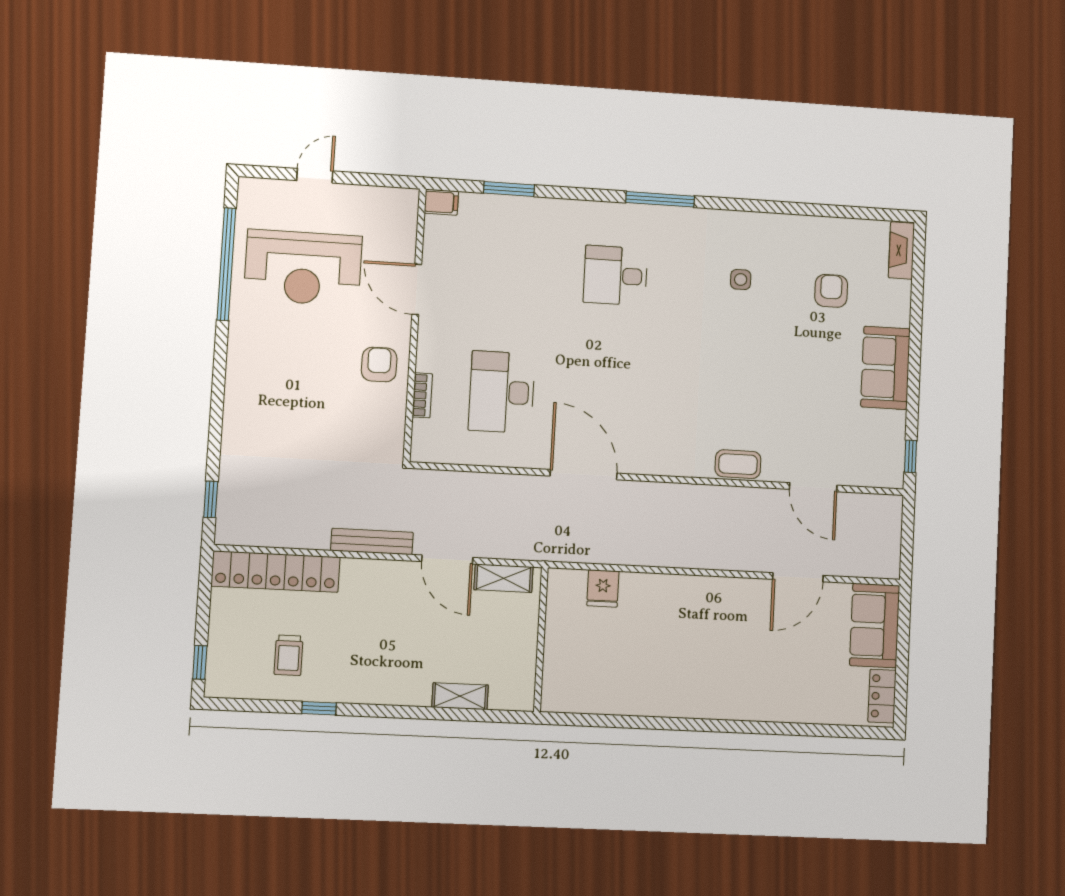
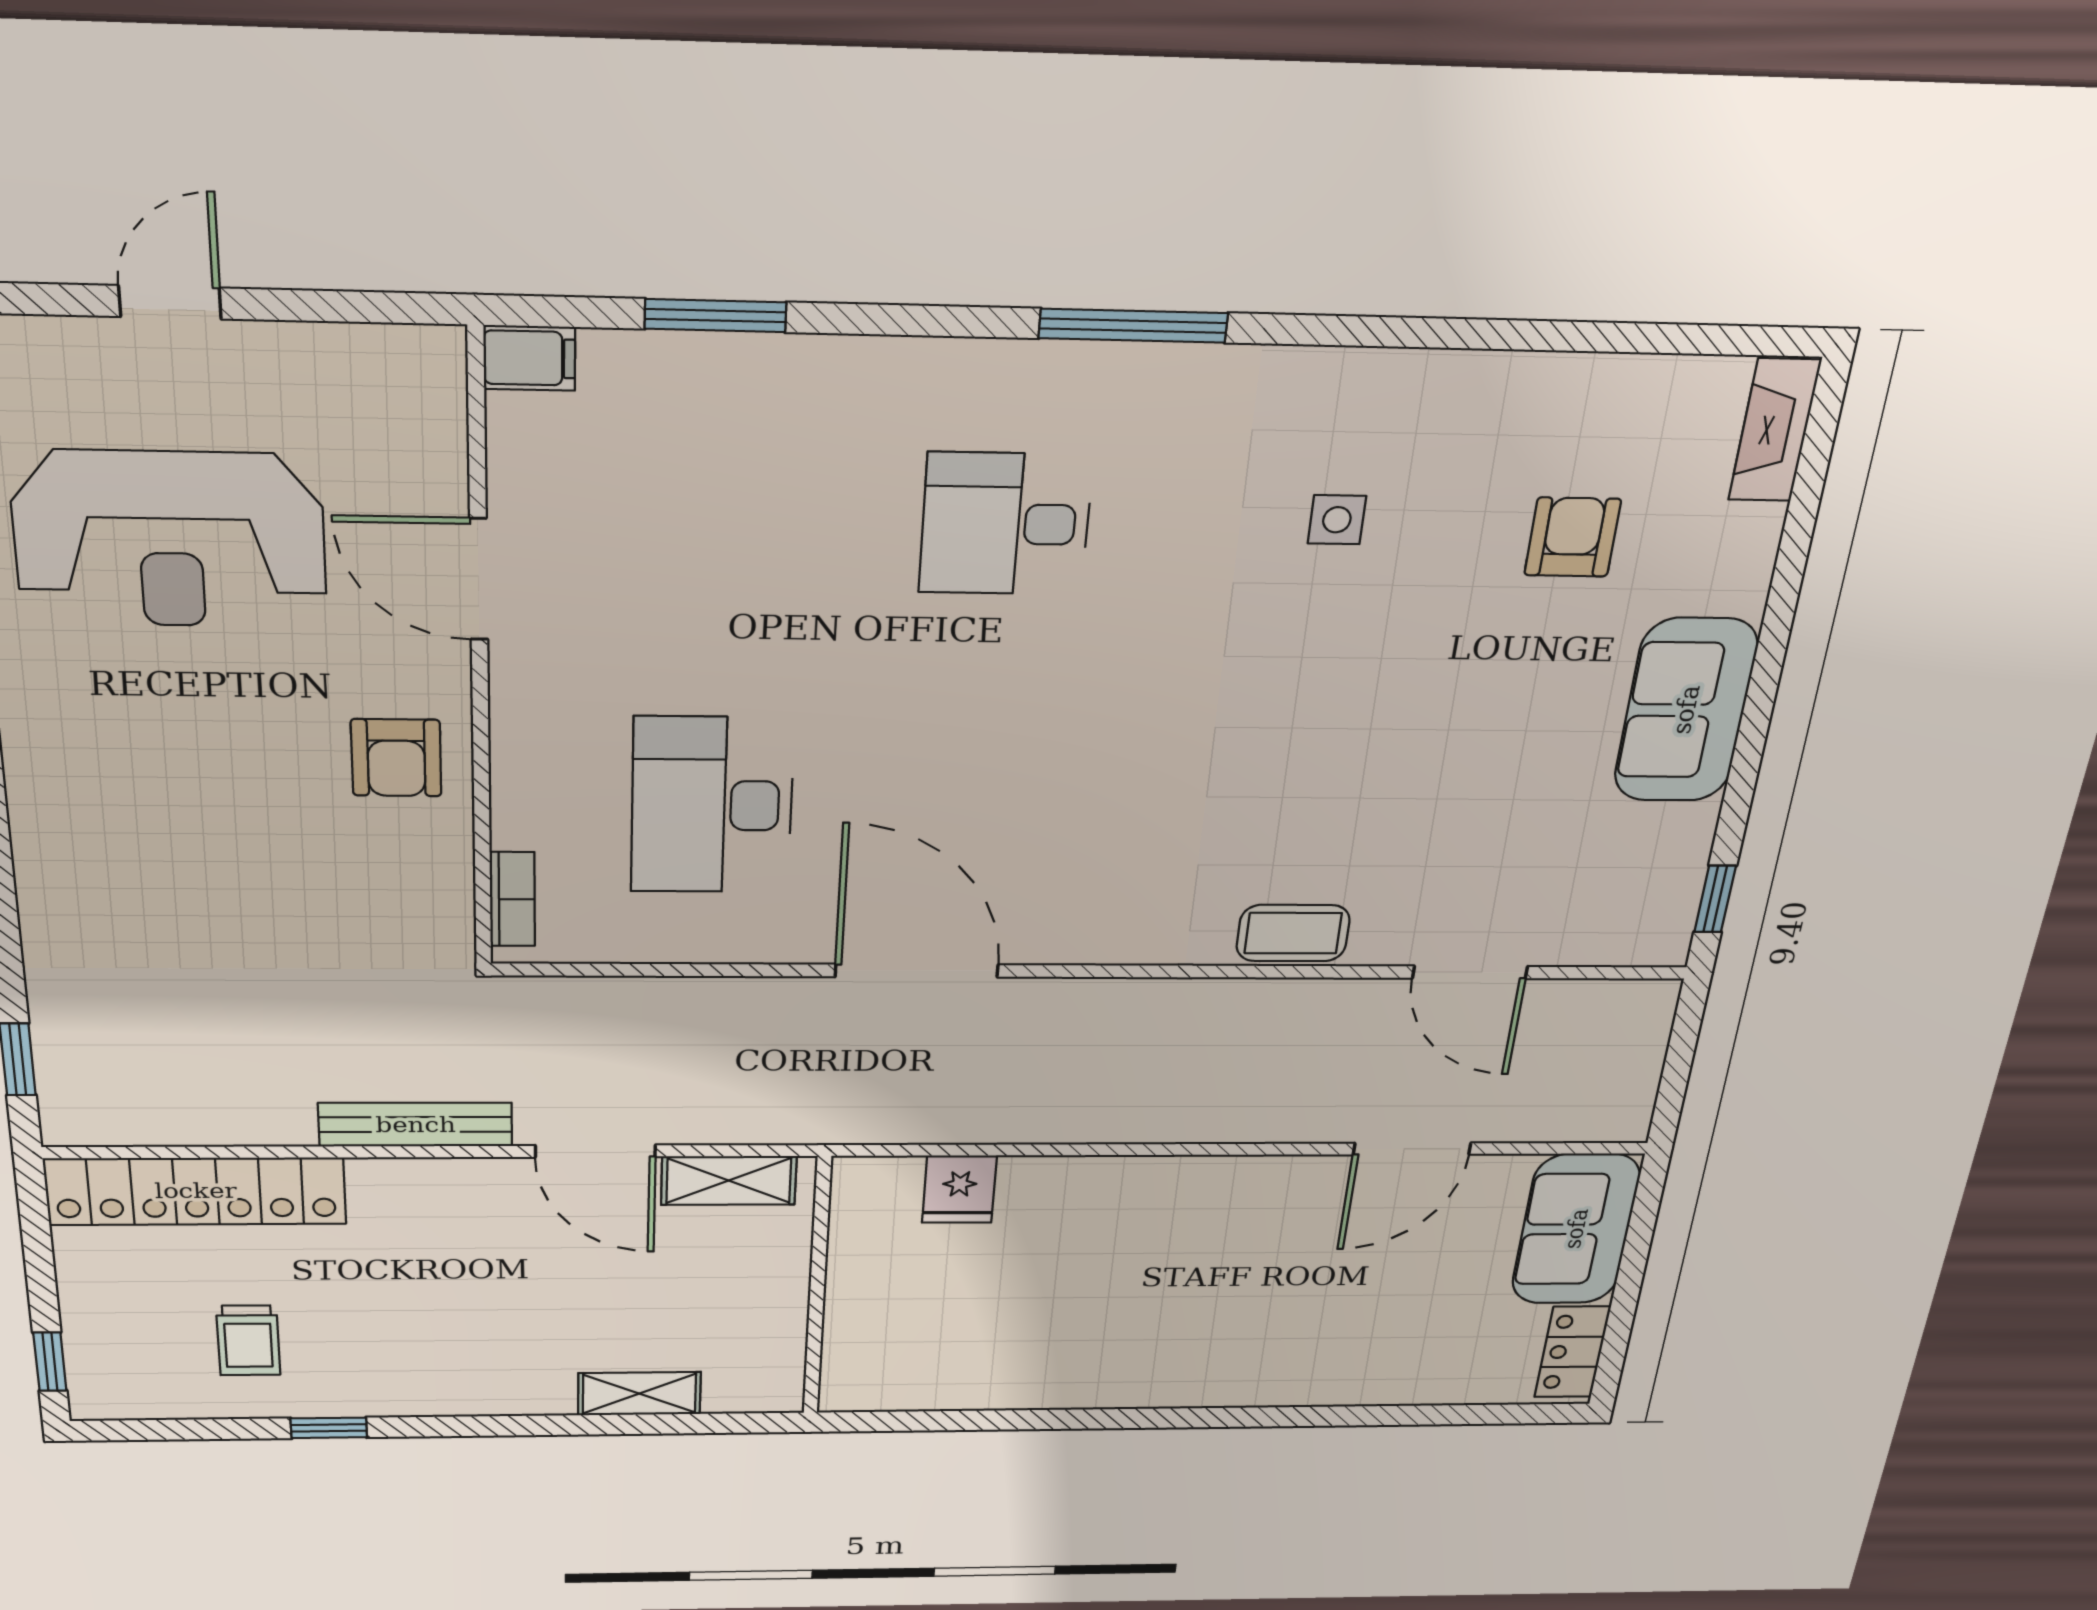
armchair: (379, 365) -> (396, 758), turned 180
bookcase: (422, 395) -> (512, 899), moved

